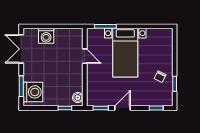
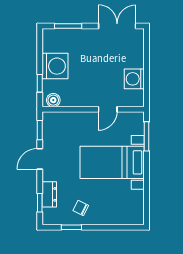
washing machine: (46, 36) -> (134, 79), moved
washing machine: (33, 92) -> (55, 66), moved, turned -90
dresser: (150, 101) -> (49, 194), added
door: (123, 108) -> (40, 159), swing flipped

